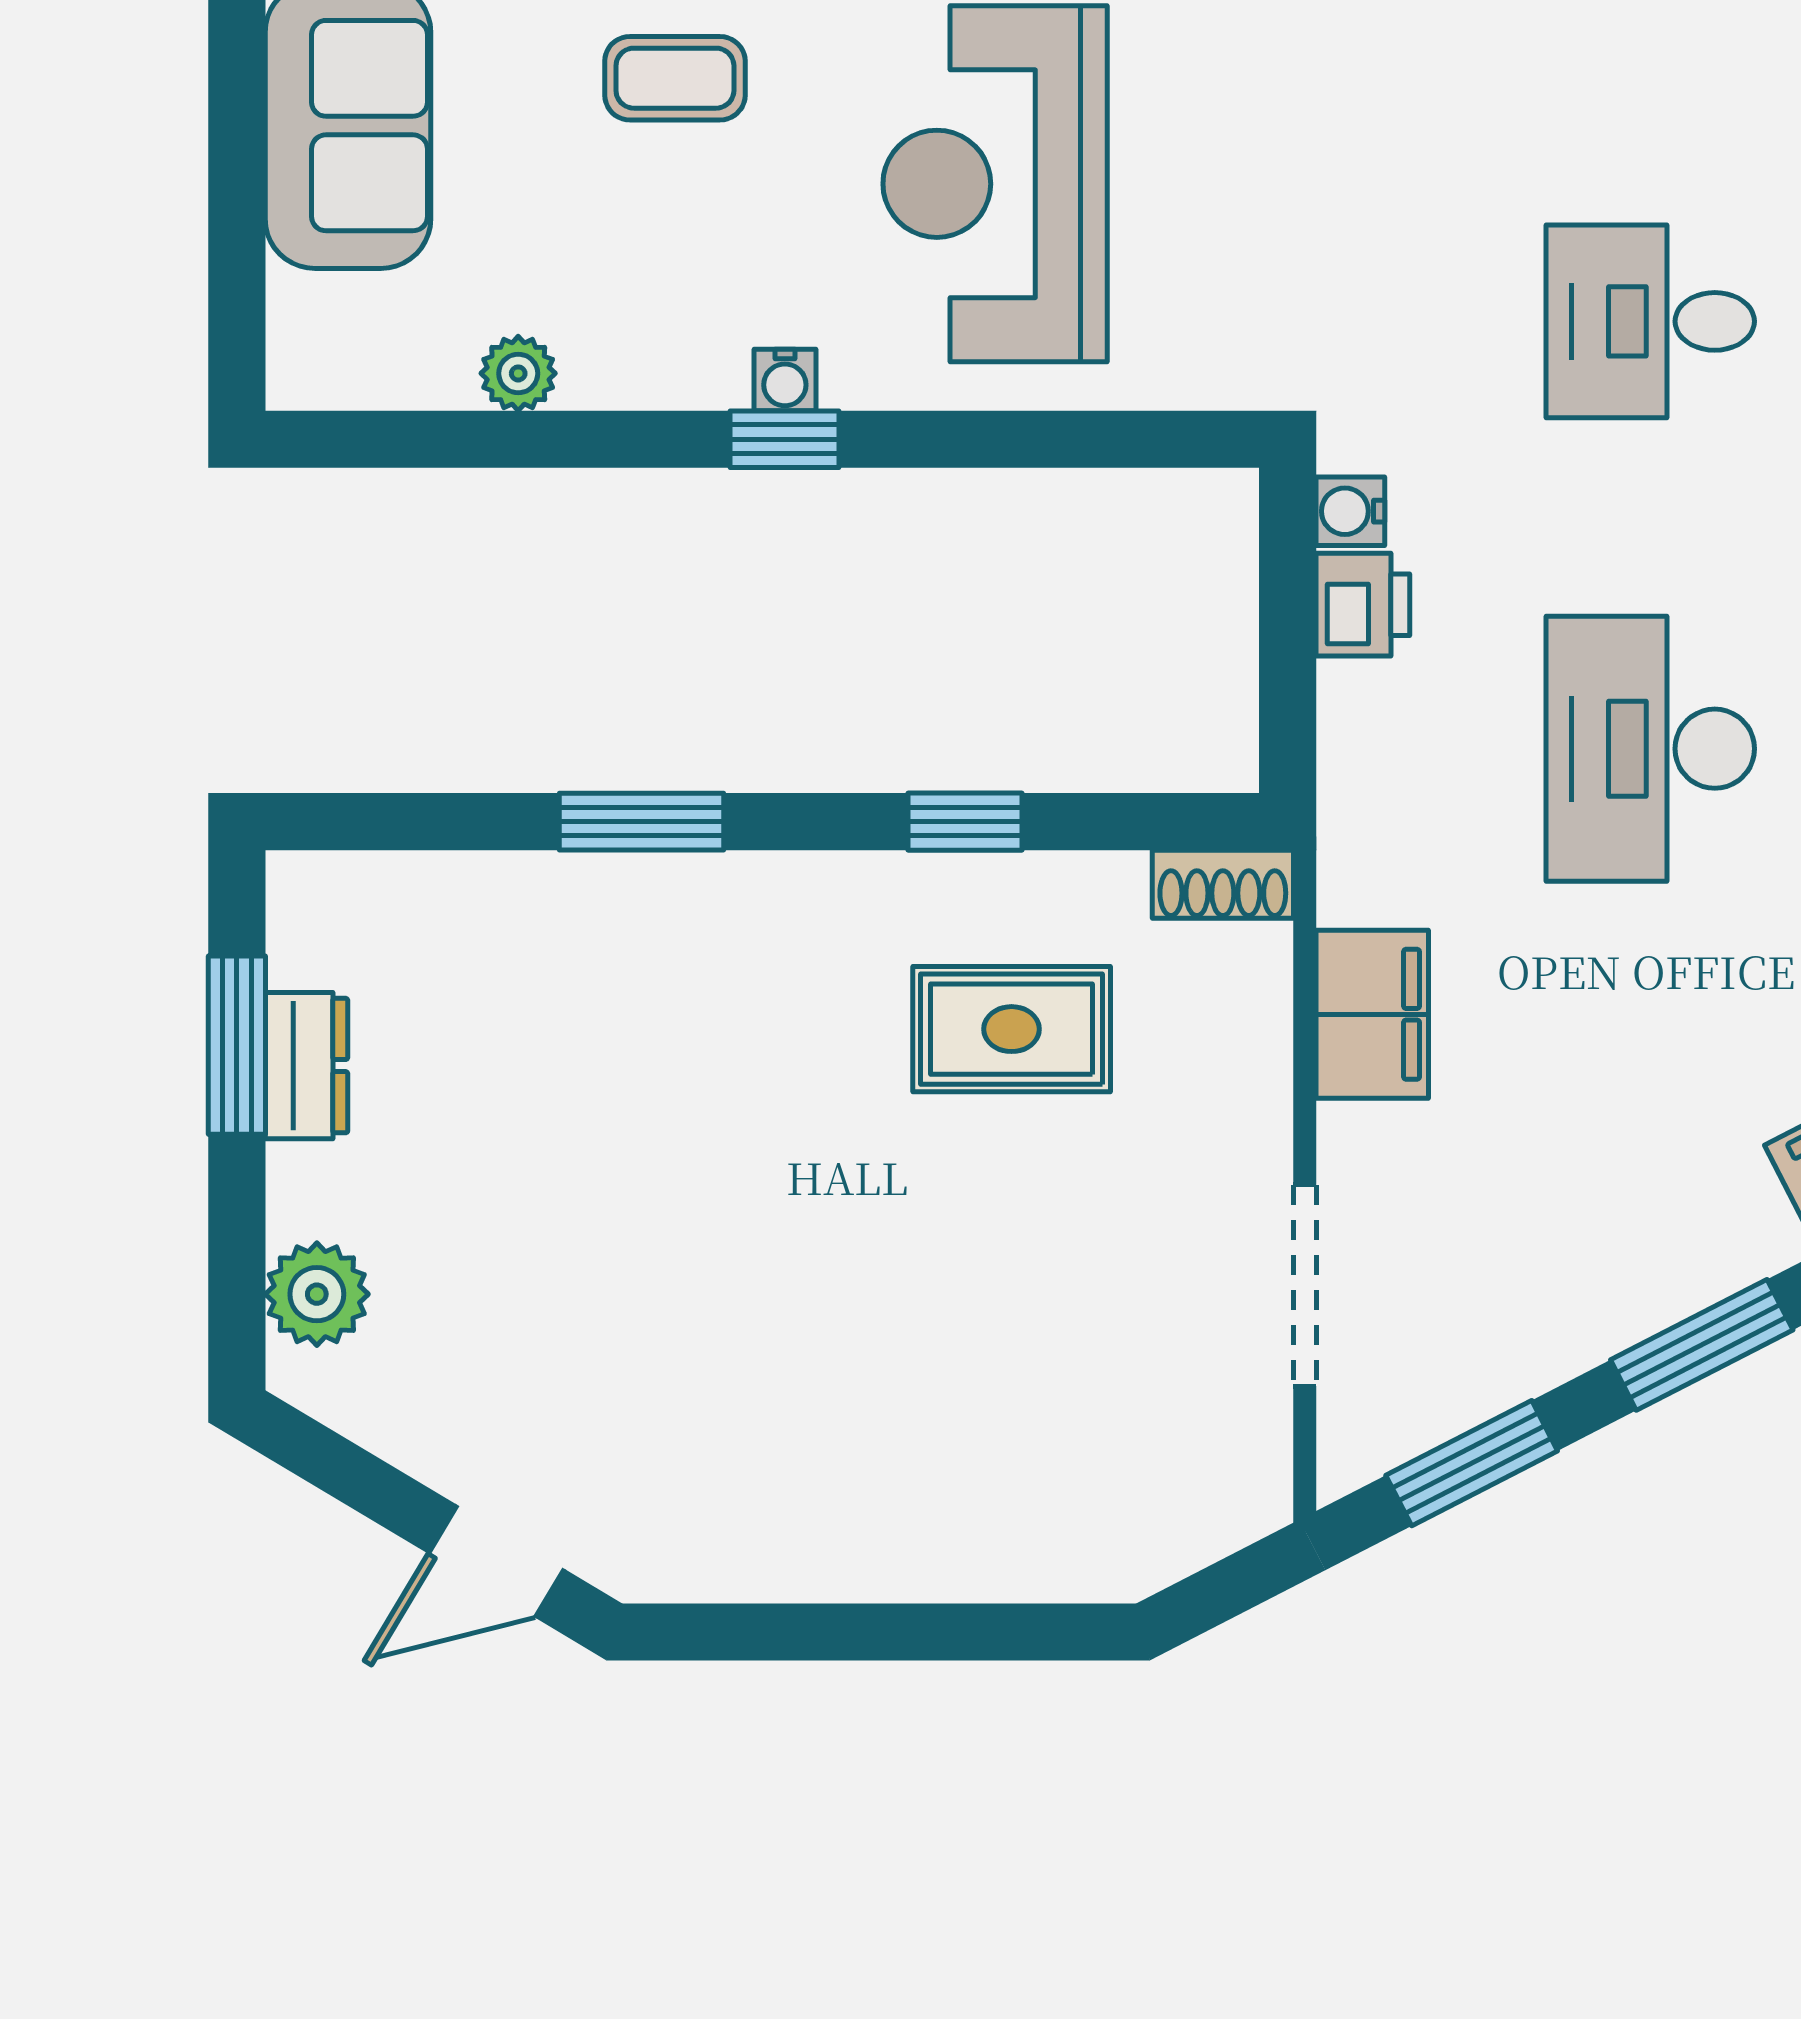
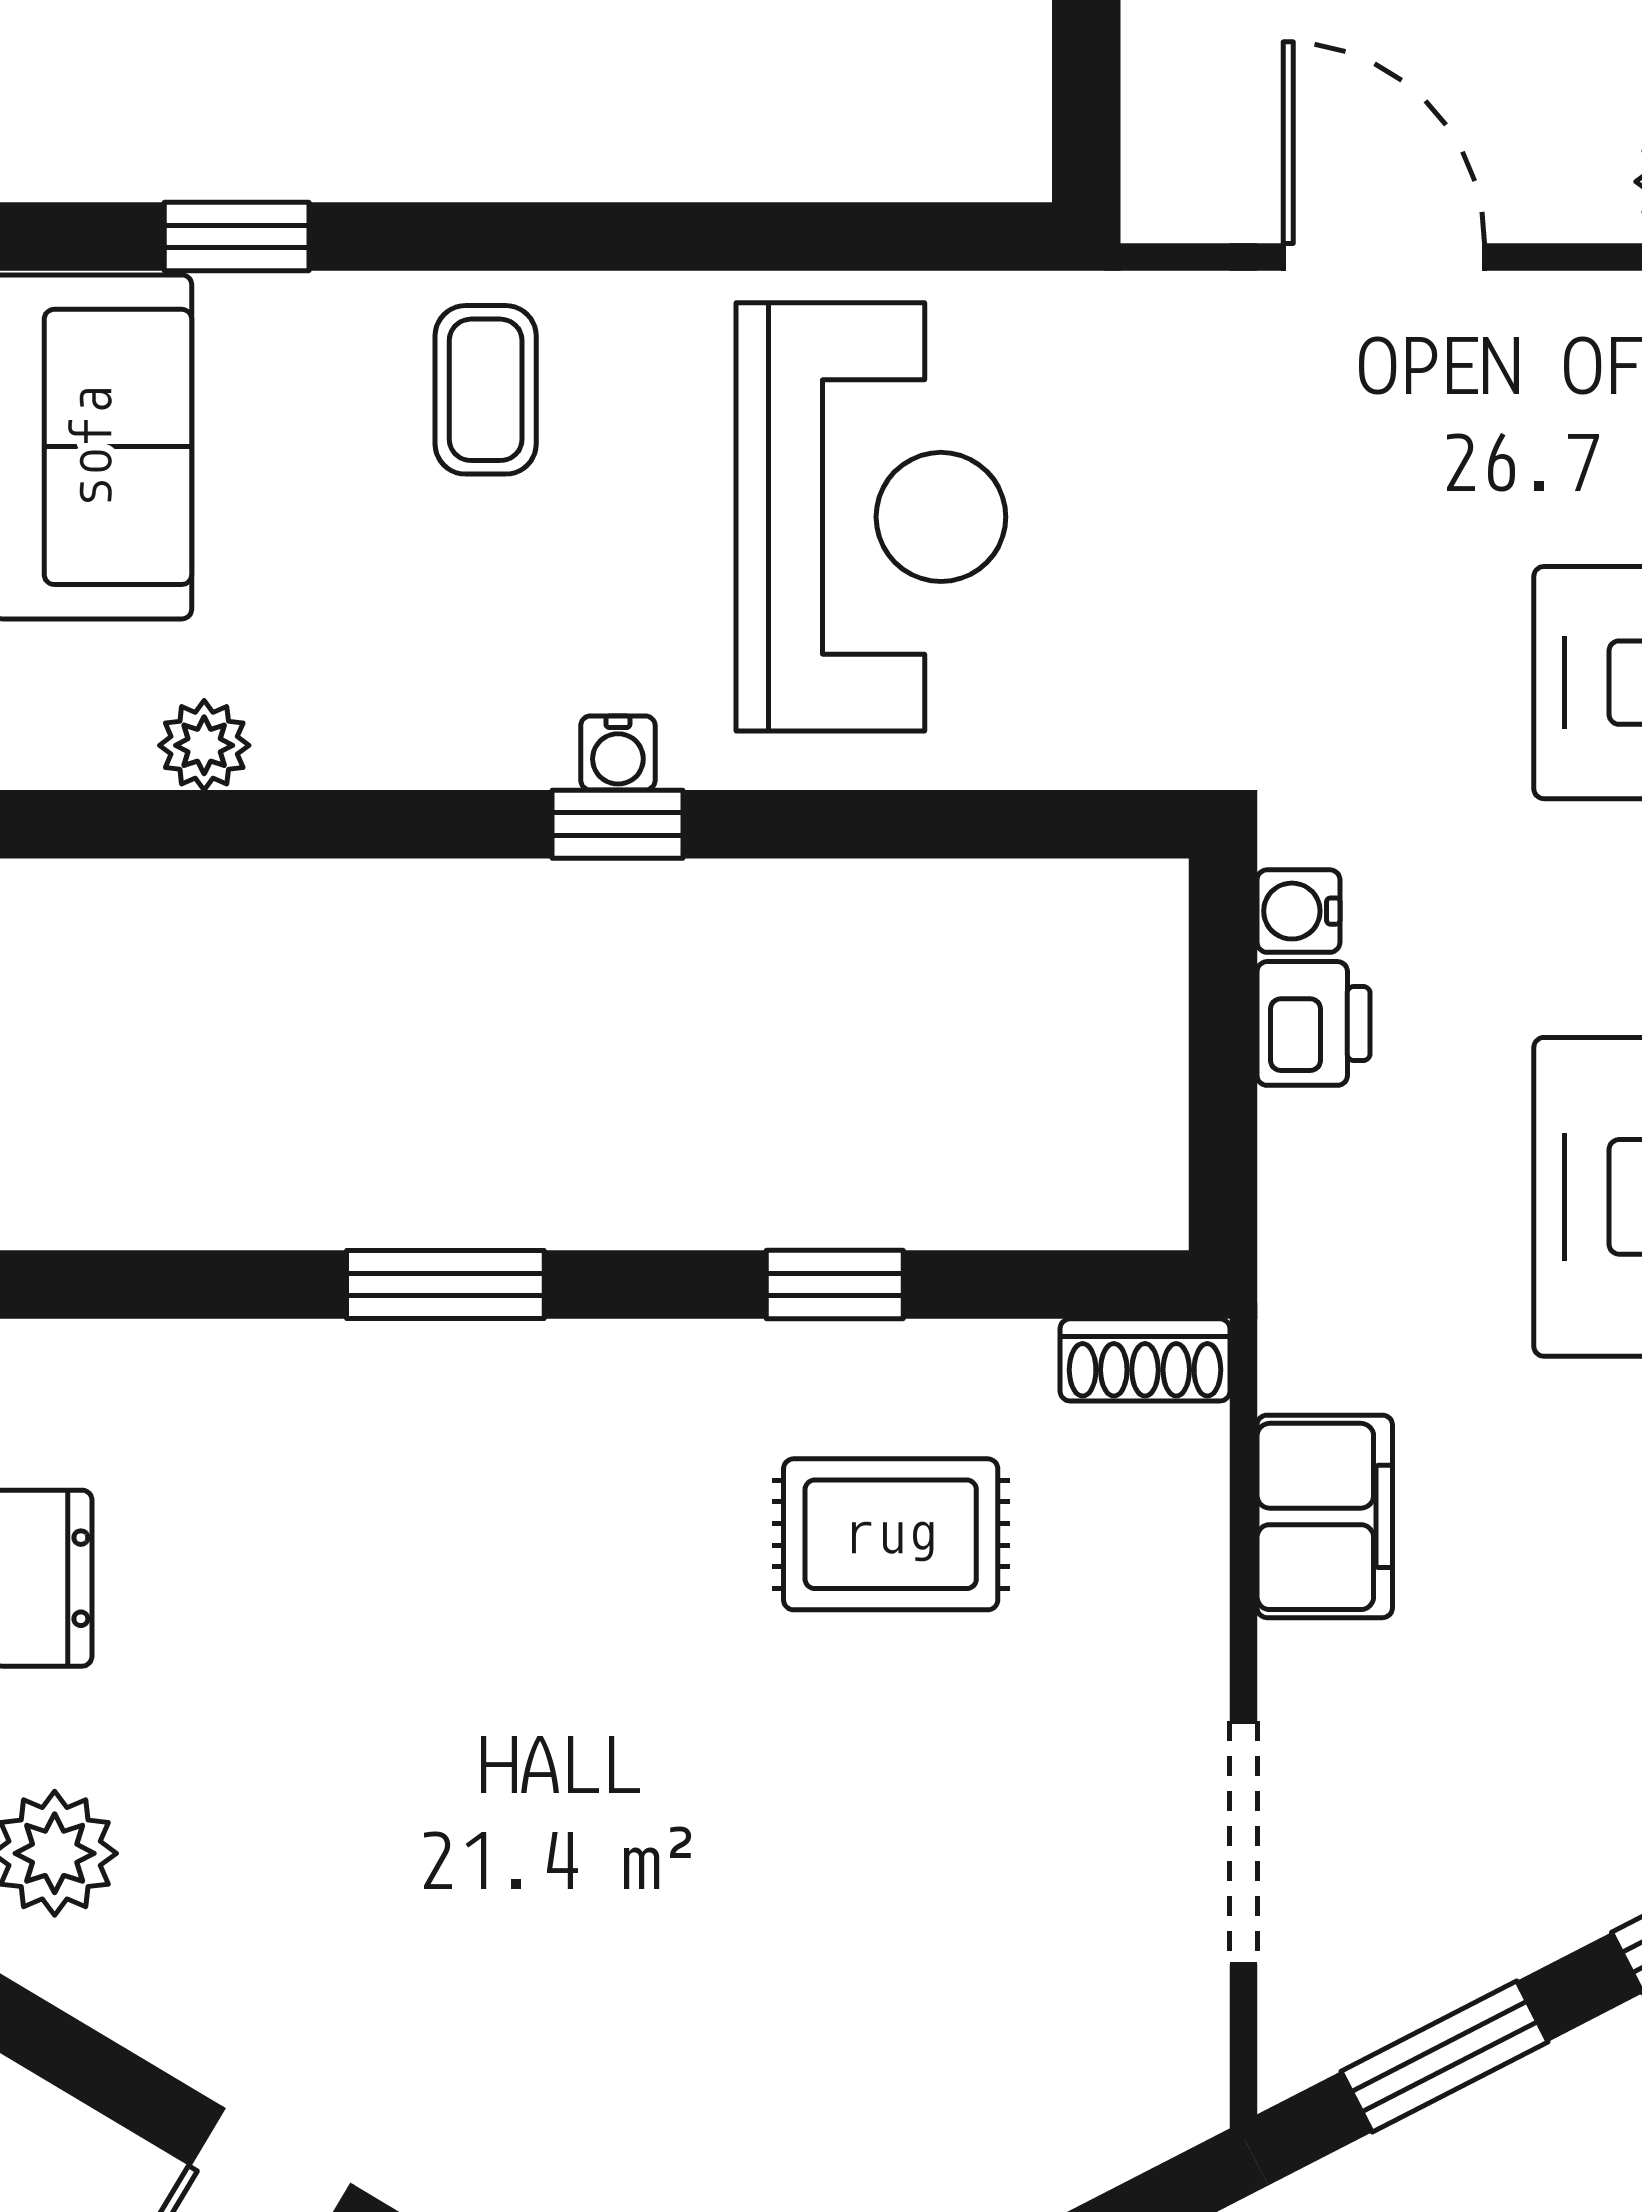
coffee table: (675, 78) -> (486, 390), turned 90
reception desk: (995, 184) -> (871, 517), turned 180
plant: (518, 373) -> (204, 745), moved

